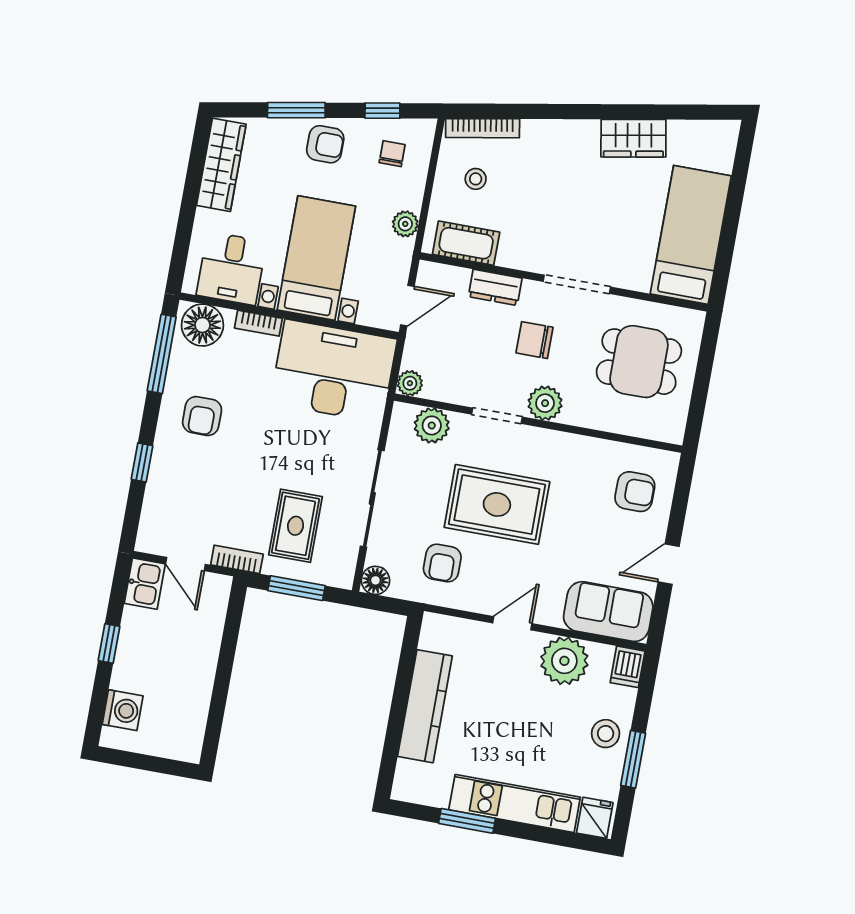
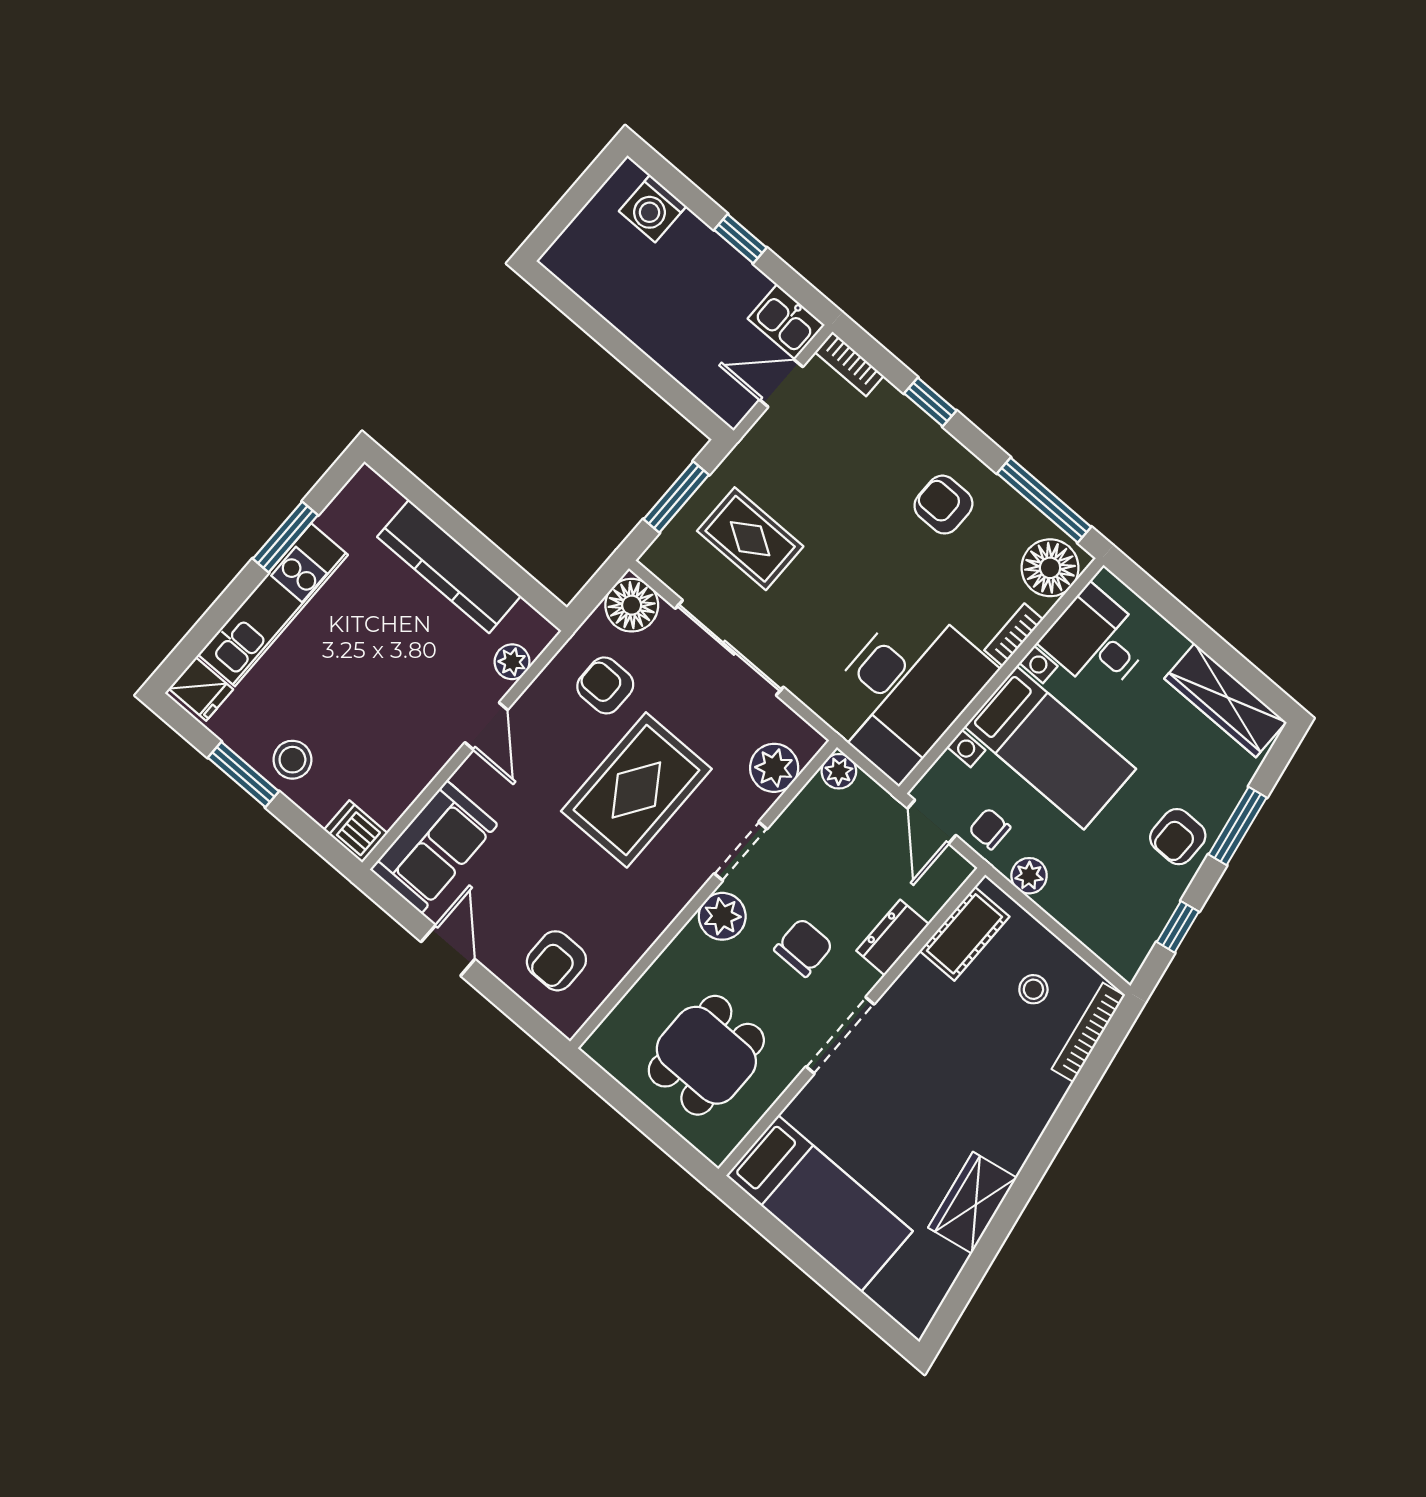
chair: (392, 154) -> (990, 829), moved, turned 180
bookcase: (237, 559) -> (849, 364), moved, turned 90
floor lamp: (375, 580) -> (632, 605), width x1.38, depth x1.38
plant: (564, 661) -> (512, 662), moved, width x0.53, depth x0.53

